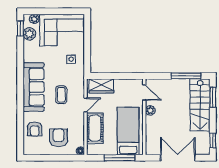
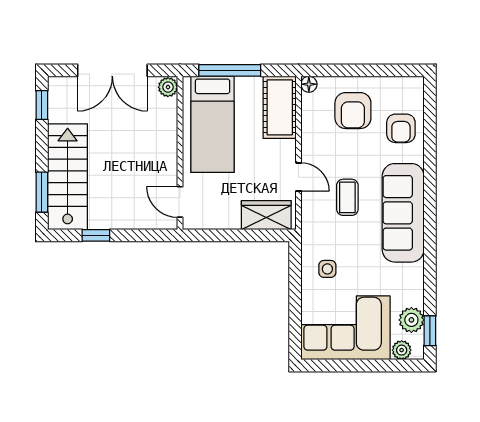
window: (186, 76) -> (96, 235), width x0.46
door: (85, 105) -> (299, 177), swing flipped
plant: (150, 110) -> (168, 87), moved
cot: (95, 128) -> (280, 107), moved
armchair: (35, 129) -> (401, 128), turned 180

